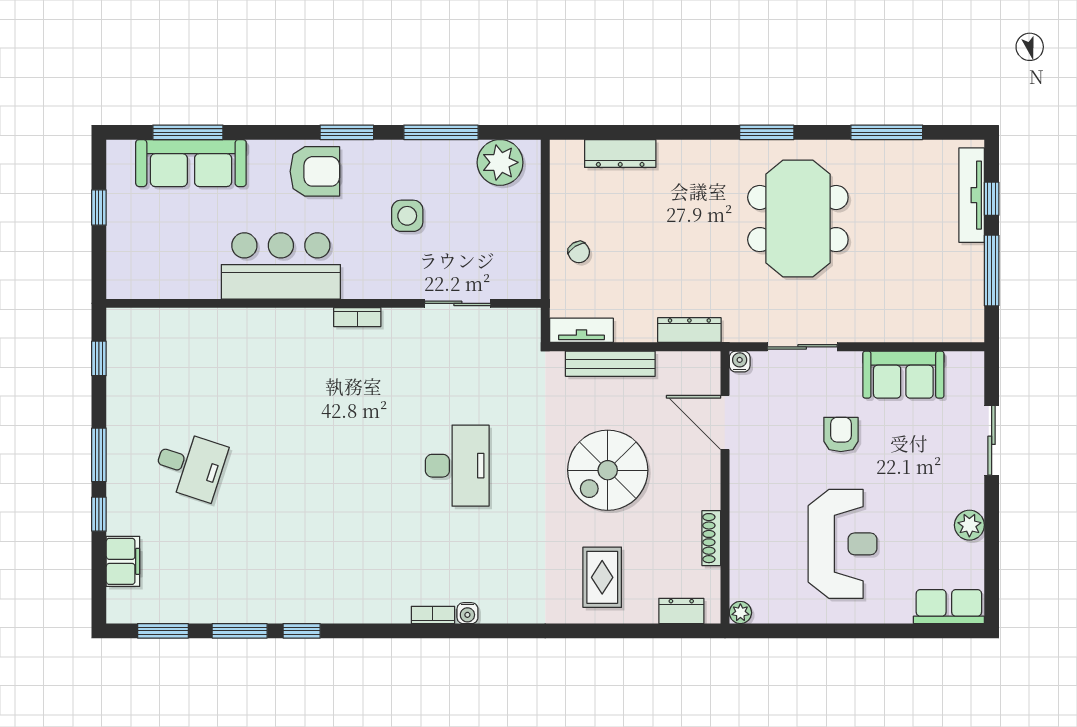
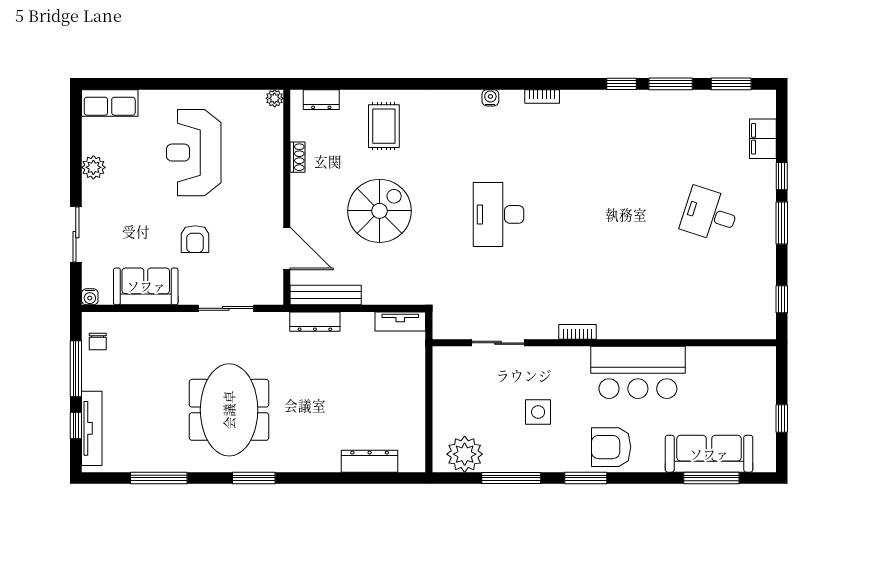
chair: (579, 252) -> (98, 342), moved, turned -148
water cooler: (740, 362) -> (90, 297), moved
bench: (610, 364) -> (326, 295), moved
shoe rack: (711, 538) -> (298, 157), width x0.70
bookcase: (433, 615) -> (542, 96), moved

